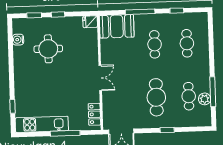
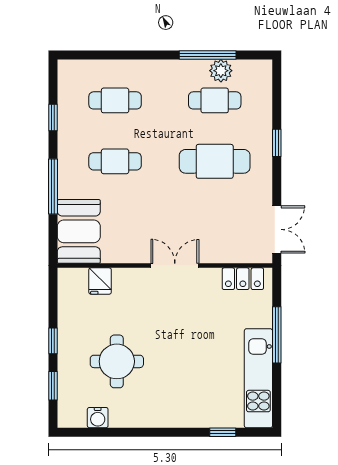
fridge: (90, 22) -> (100, 281), moved

